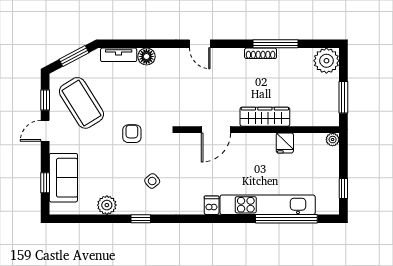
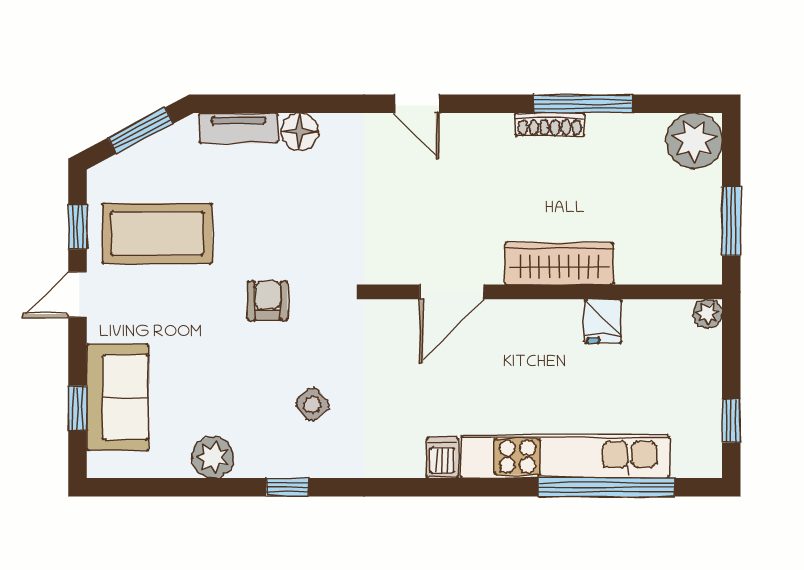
coffee table: (81, 103) -> (157, 233), turned -58

